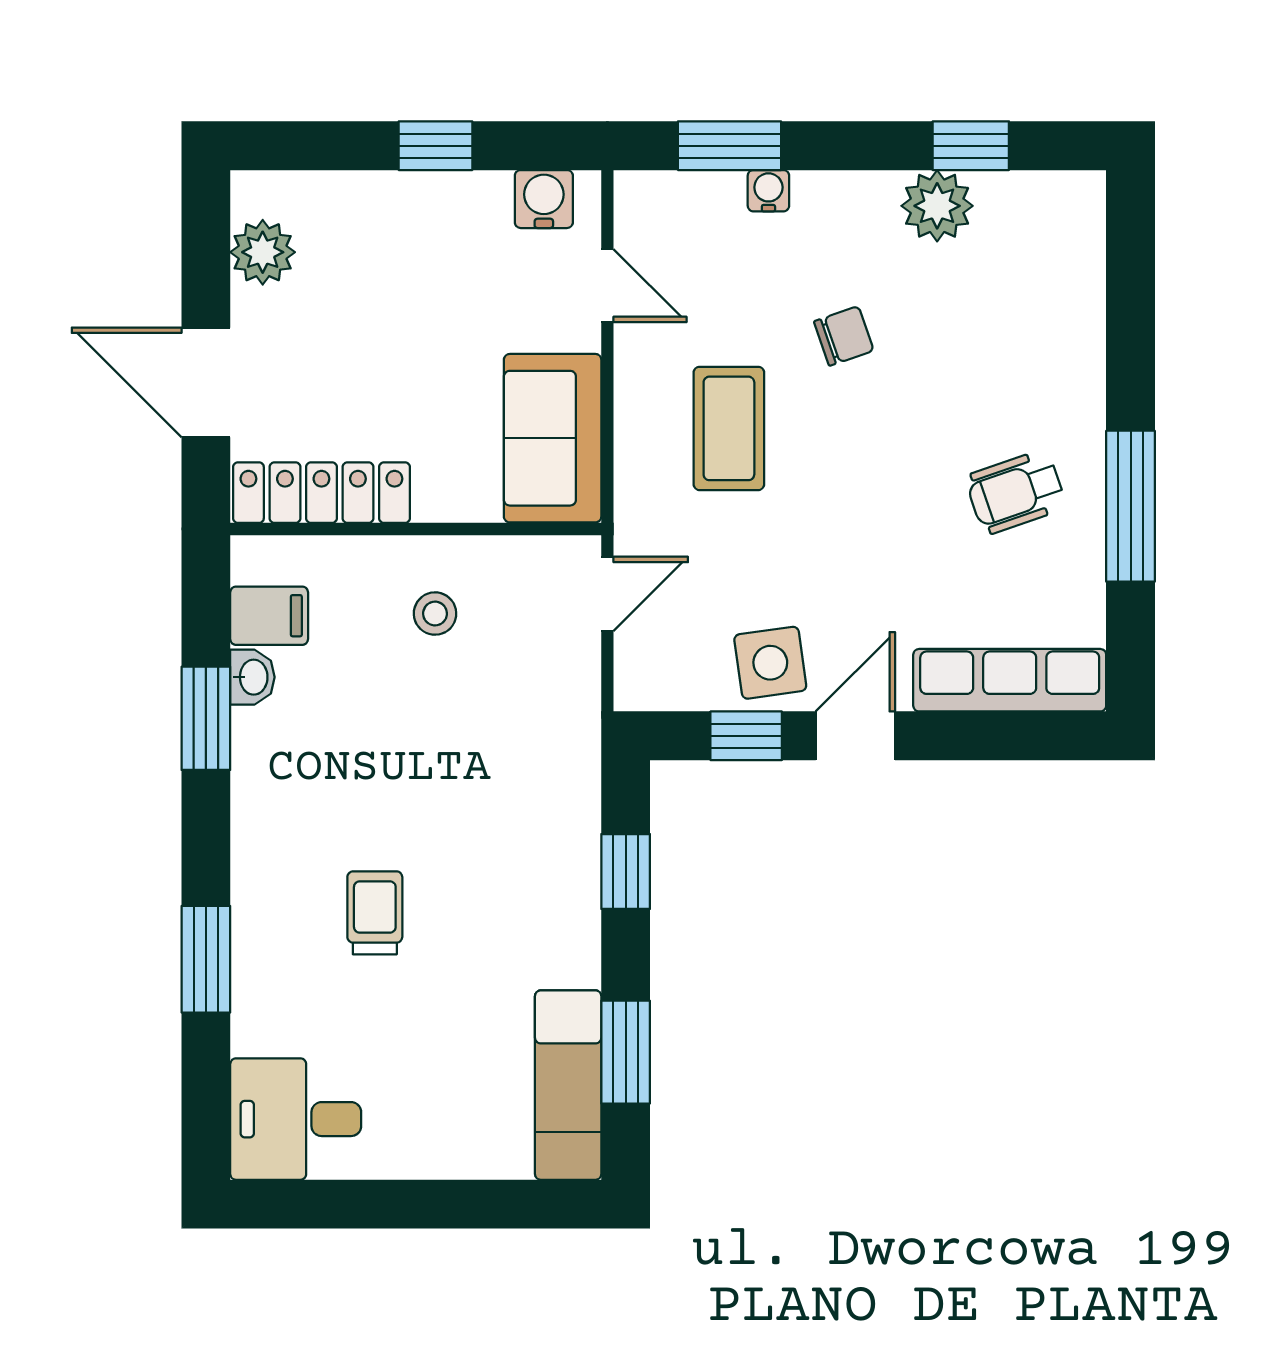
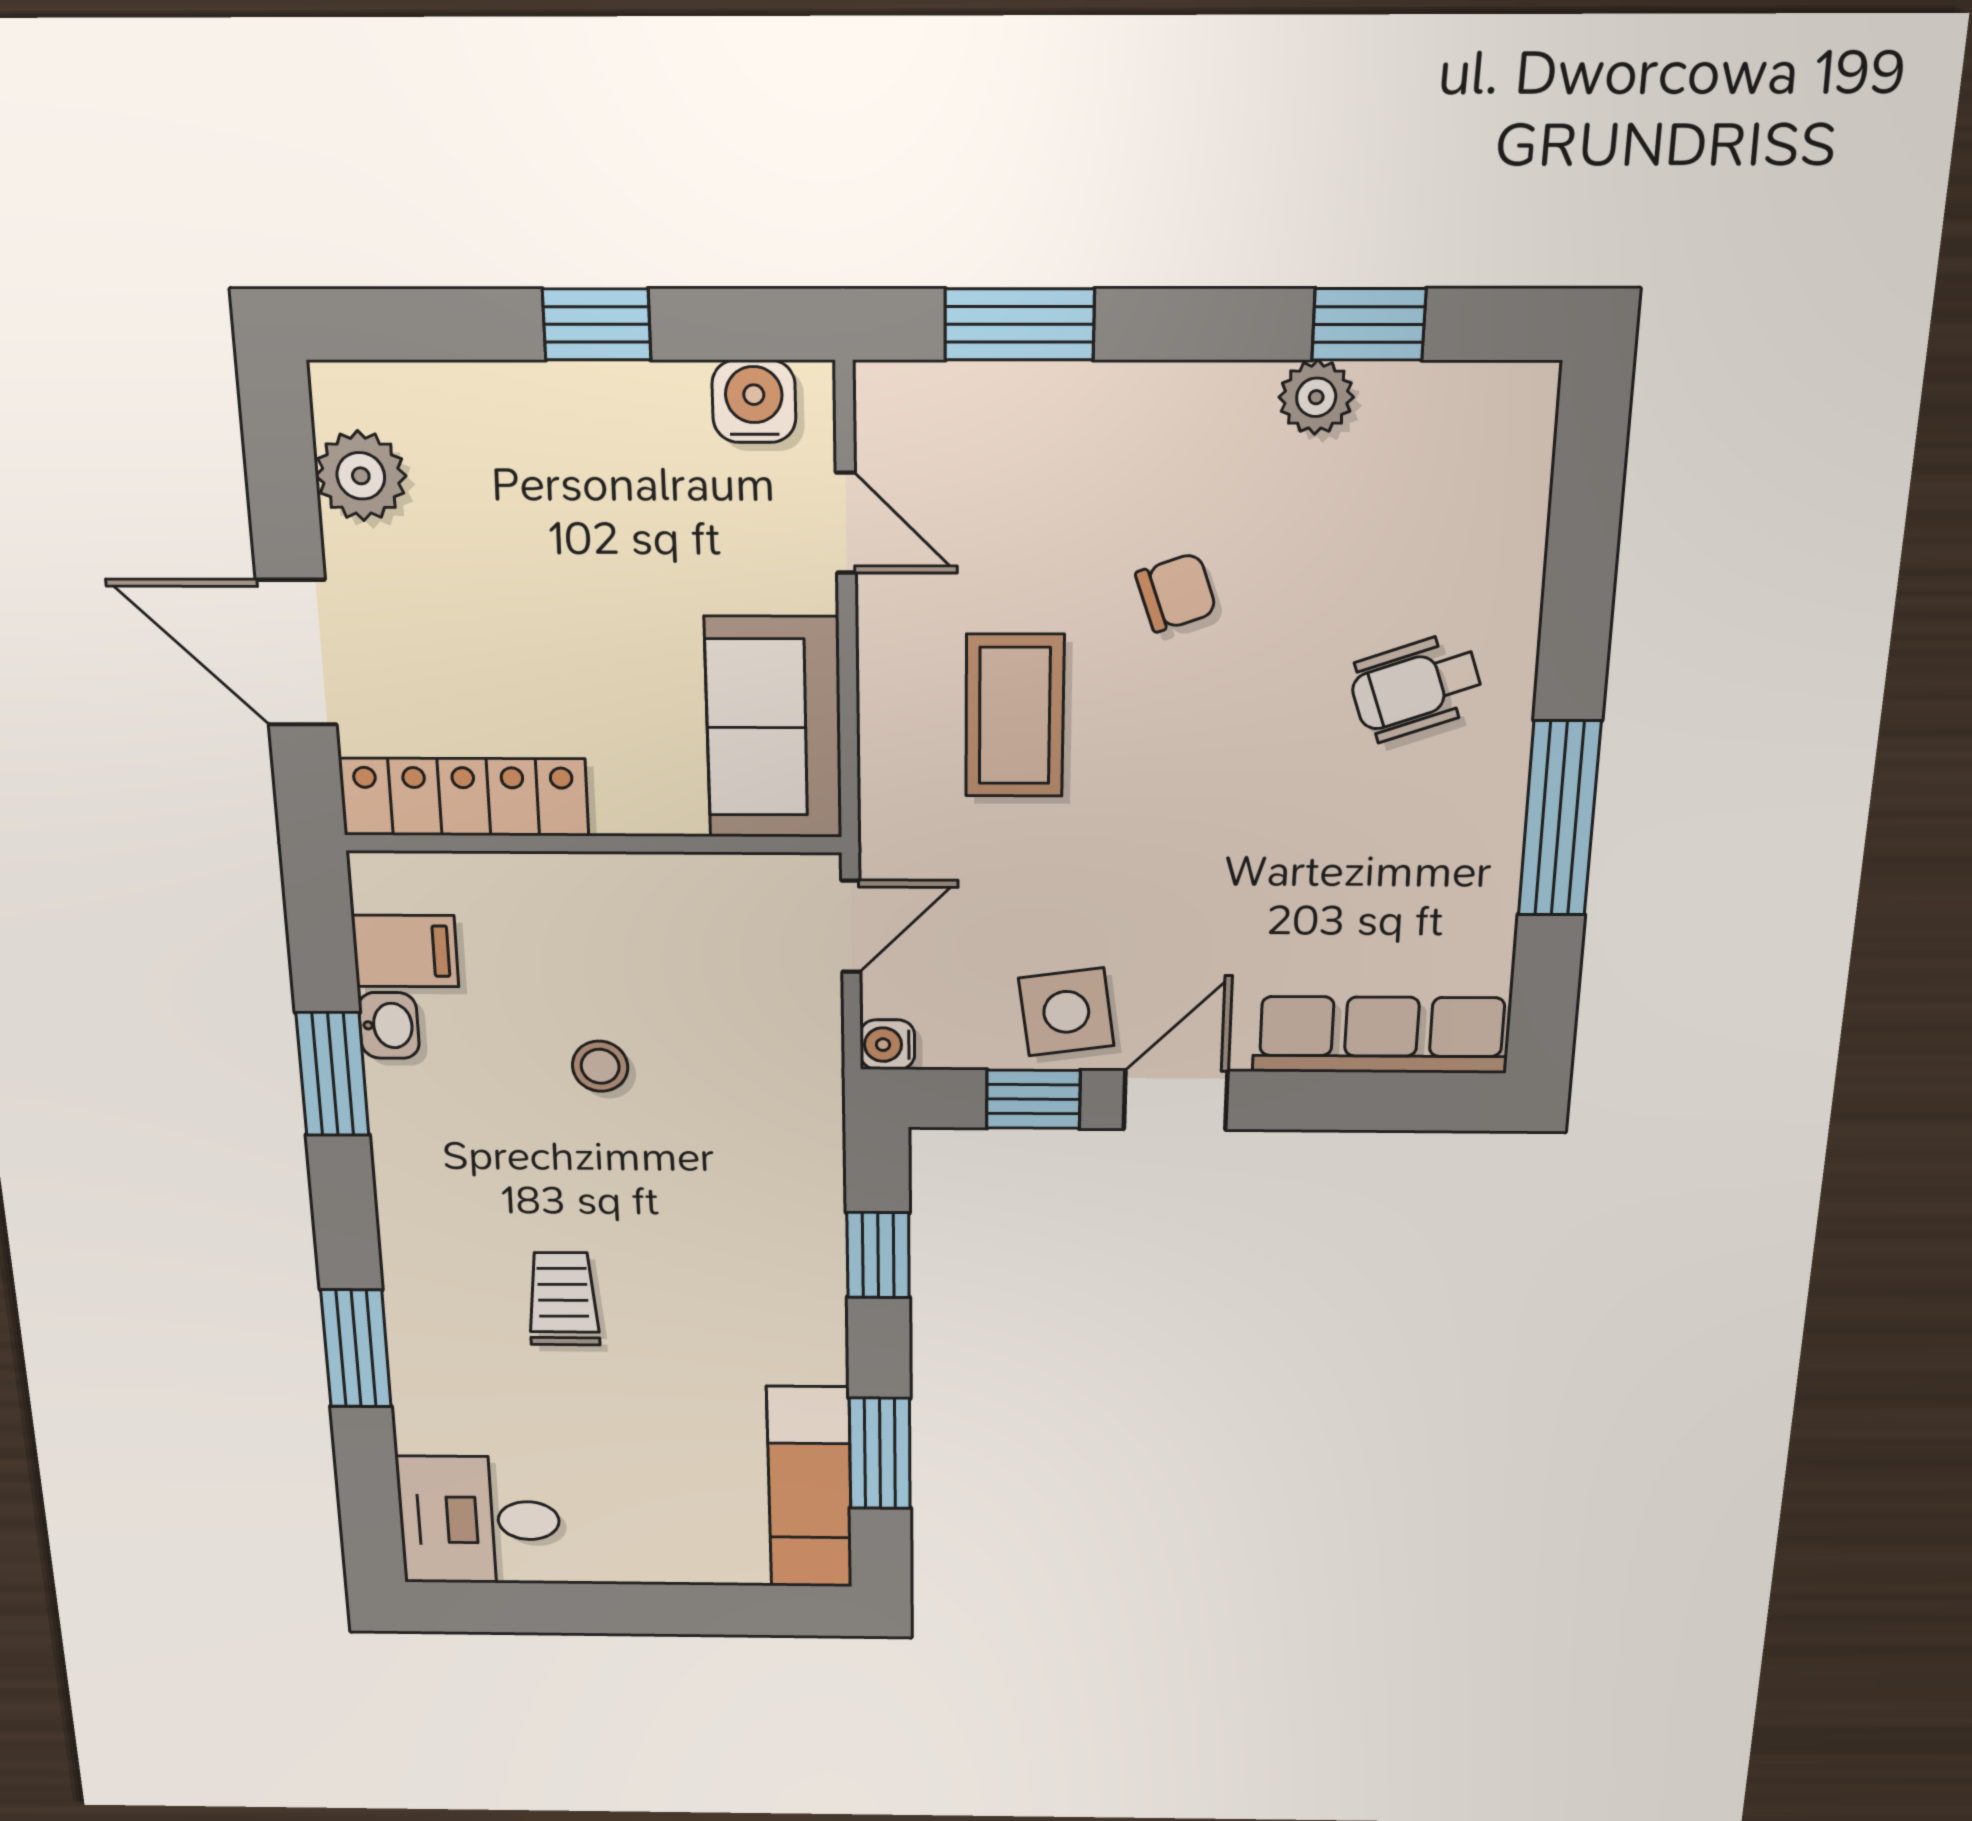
water cooler: (768, 191) -> (887, 1045), moved, turned -90
plant: (937, 206) -> (1316, 397), width x0.73, depth x0.73
wheelchair: (1016, 492) -> (1416, 687), moved
stool: (435, 614) -> (600, 1066), moved

